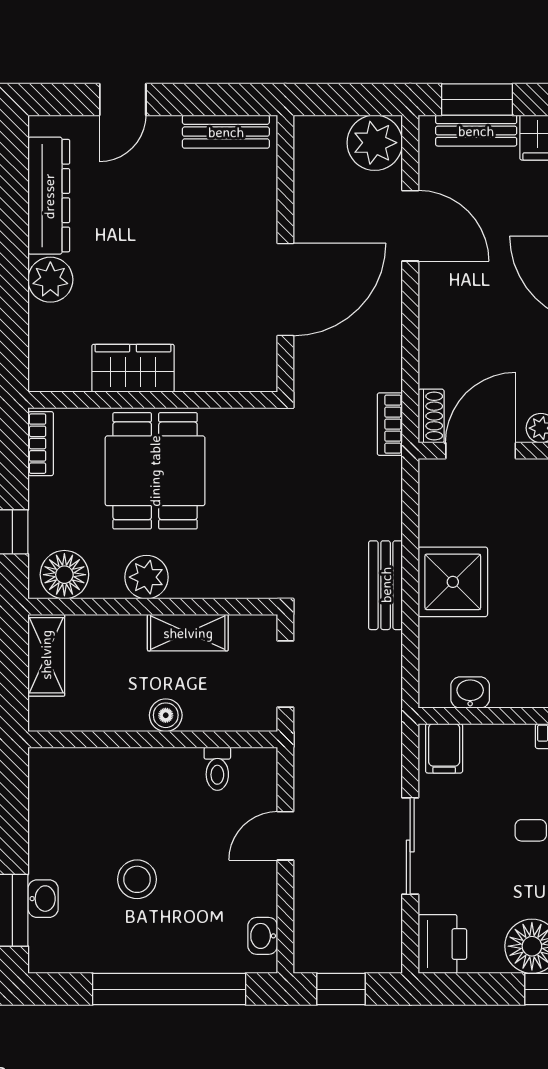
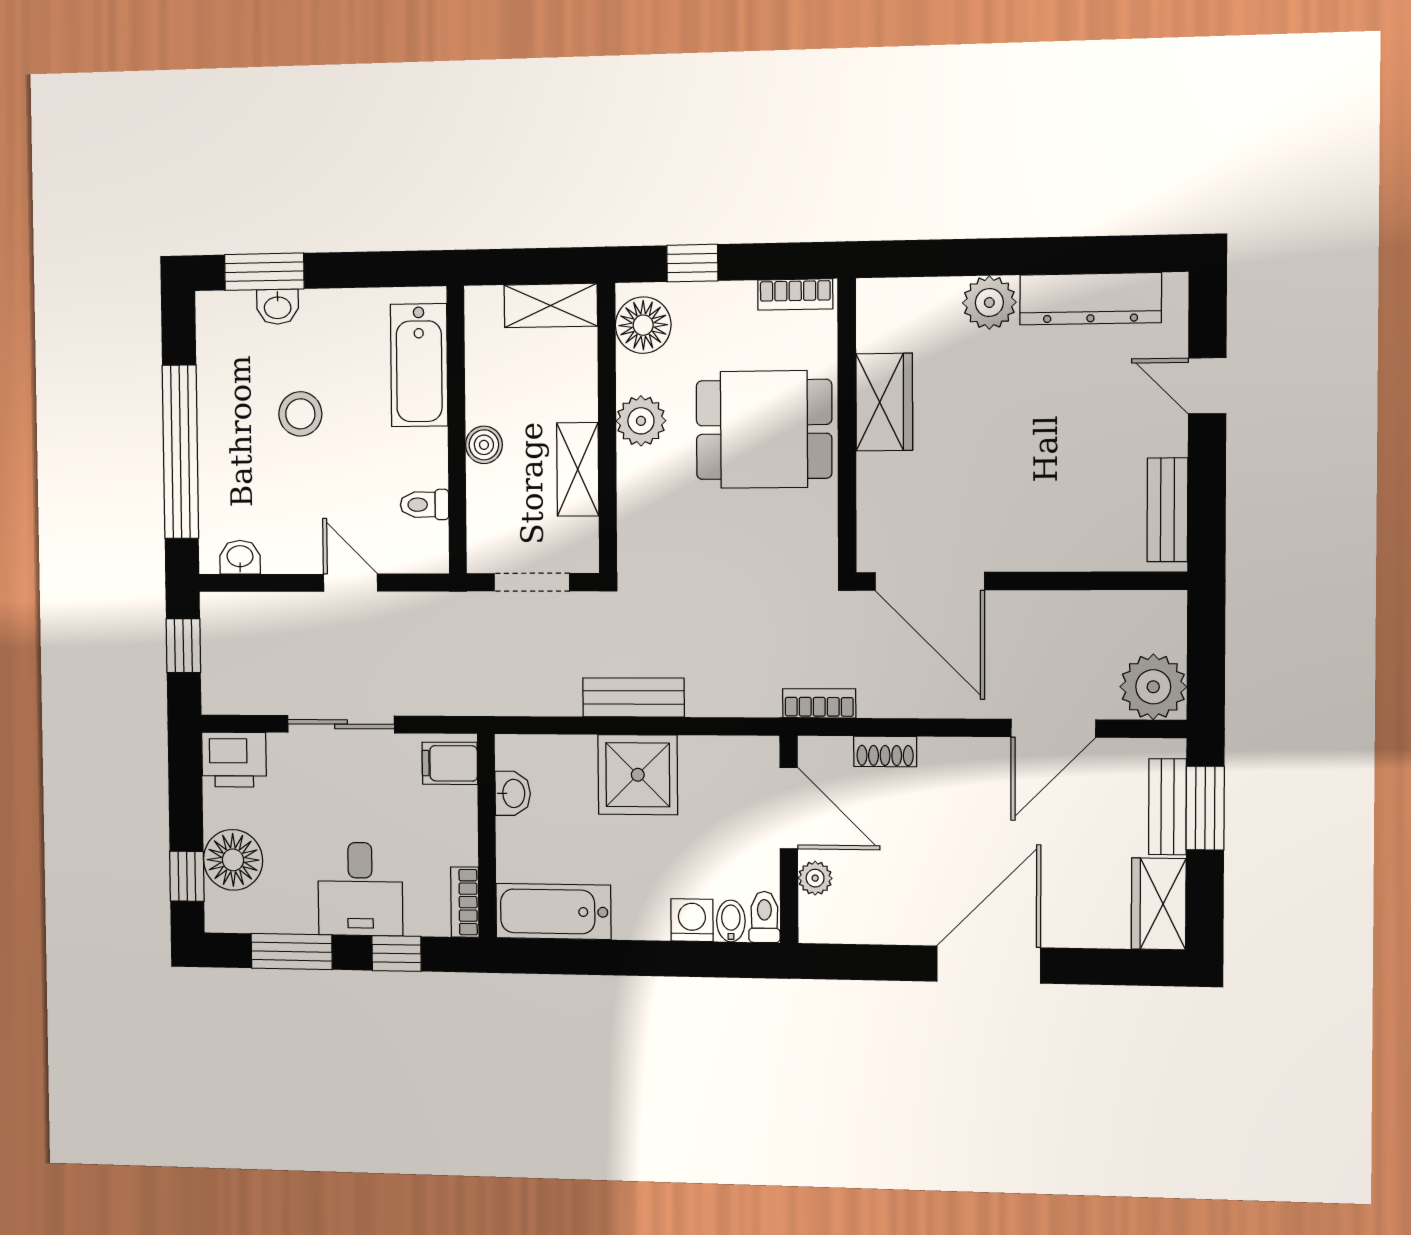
door: (285, 289) -> (930, 581), moved
shoe rack: (431, 416) -> (885, 752), moved
bathtub: (96, 772) -> (419, 365), added

